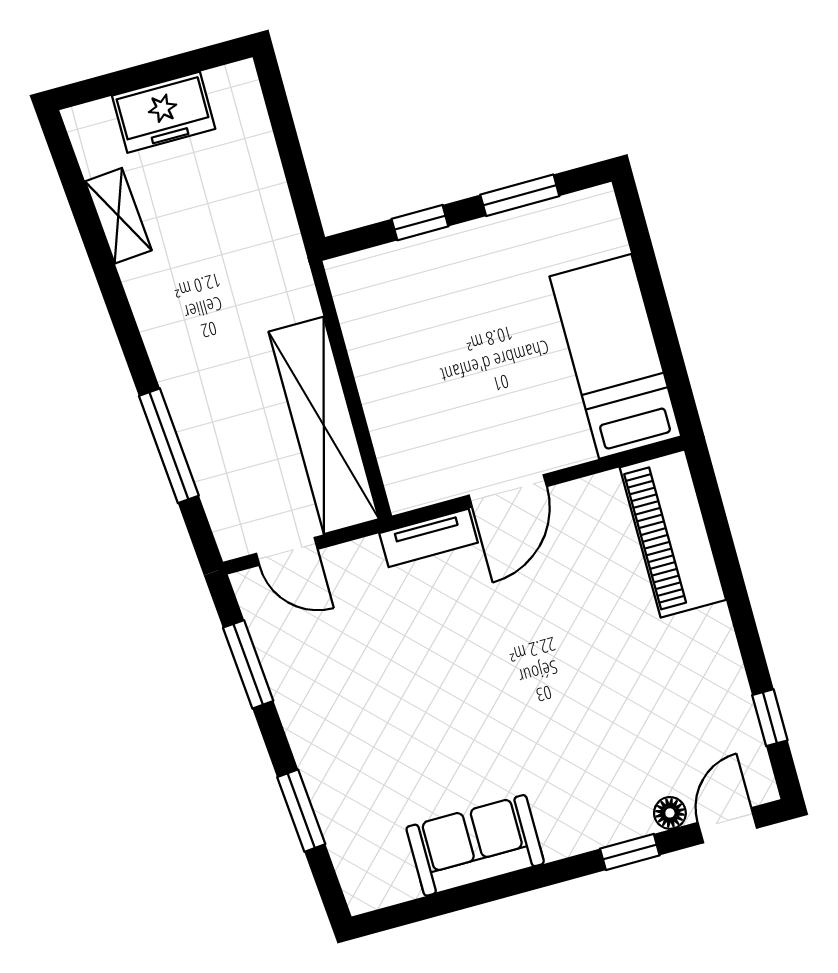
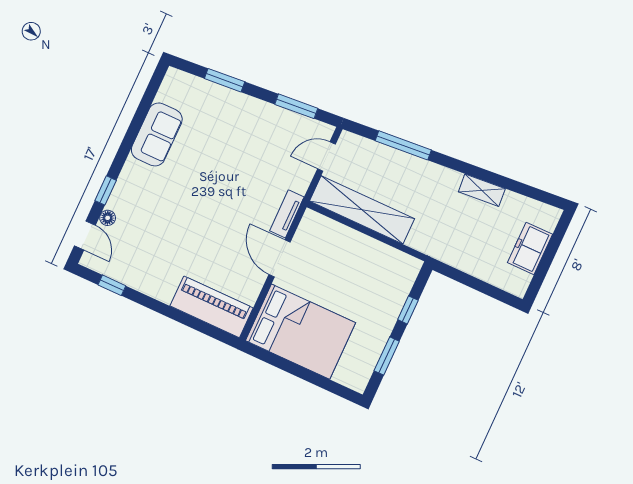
shelving: (118, 216) -> (482, 190), moved
bed: (615, 356) -> (301, 332), width x1.50

